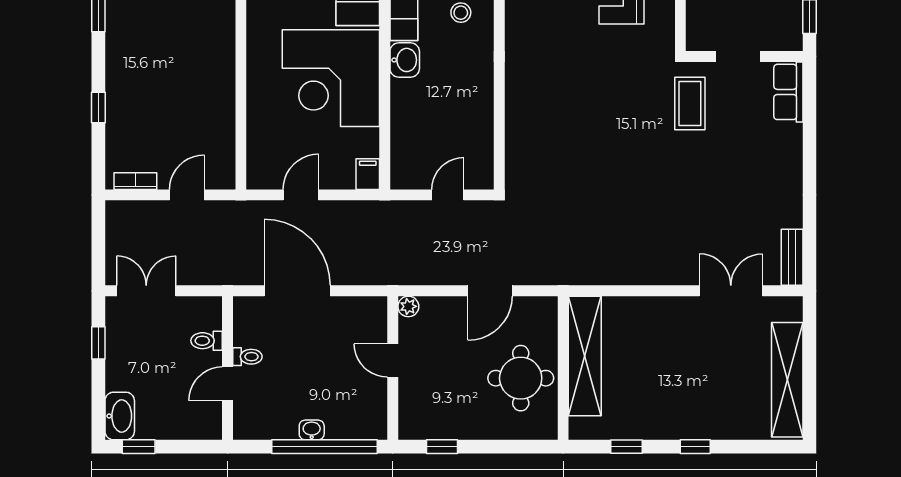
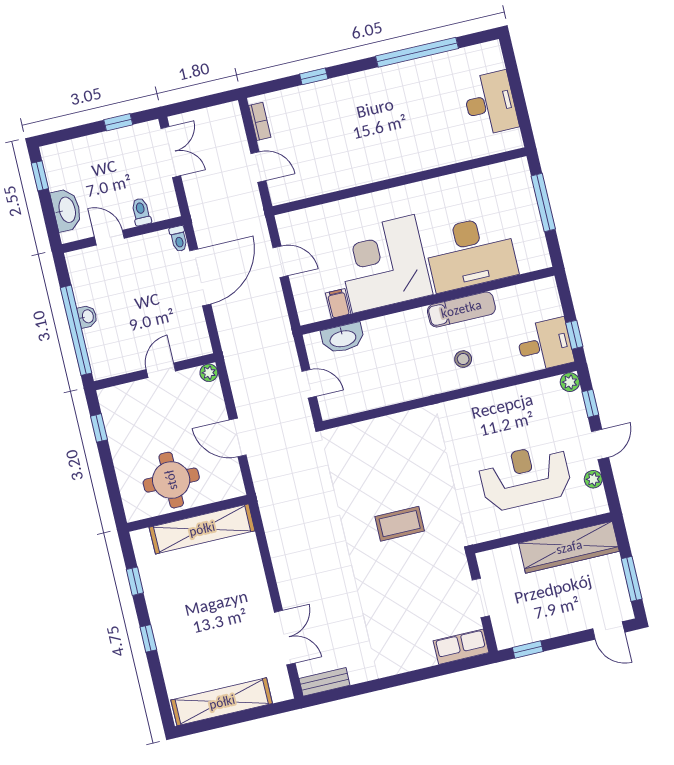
washbasin: (405, 60) -> (343, 338), moved, width x1.38
coffee table: (690, 103) -> (400, 524), moved
filing cabinet: (368, 174) -> (338, 303), moved, turned -90
toilet: (247, 357) -> (179, 239), moved
washbasin: (120, 416) -> (66, 210), moved, turned -90

